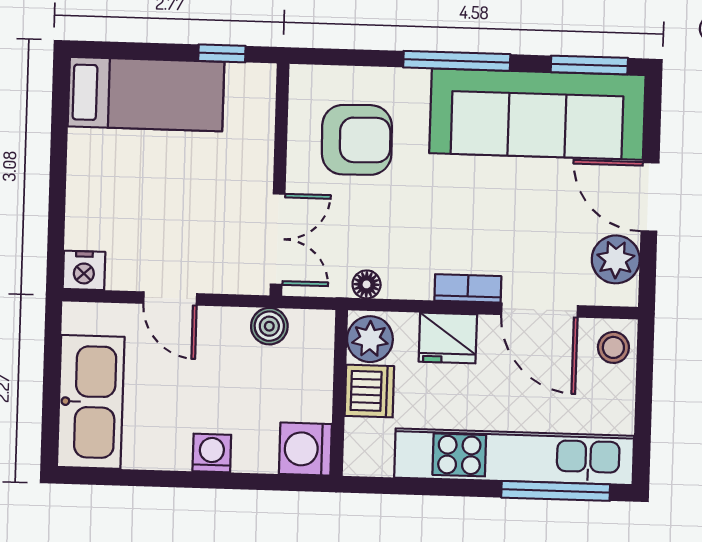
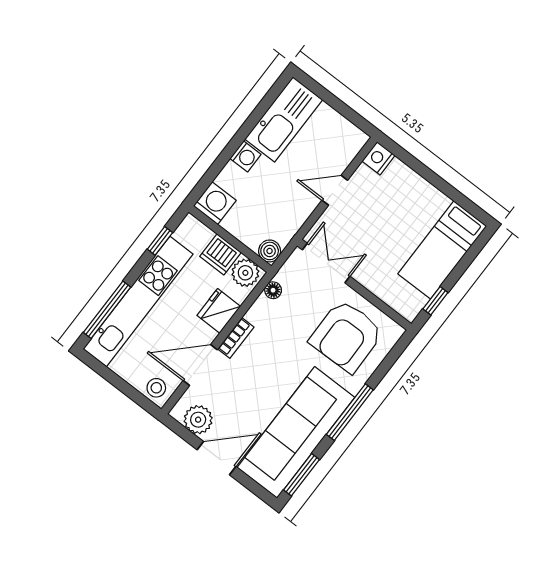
armchair: (357, 140) -> (346, 336), width x1.36, depth x1.36
double door: (278, 239) -> (326, 263), swing flipped
boiler: (269, 326) -> (270, 251), moved
kitchen sink: (91, 402) -> (284, 119), moved, turned -90
window: (410, 486) -> (160, 241), added

